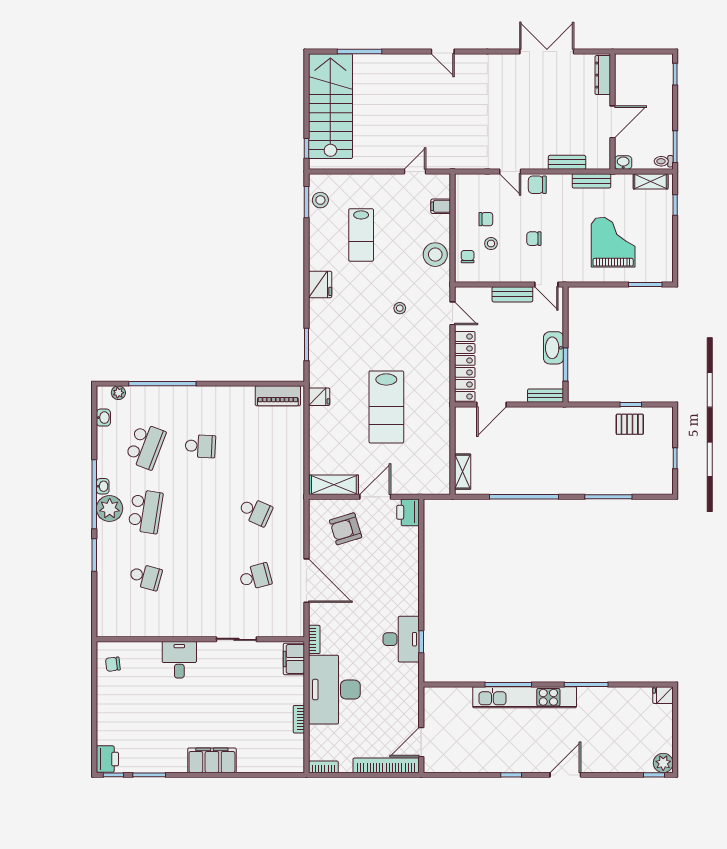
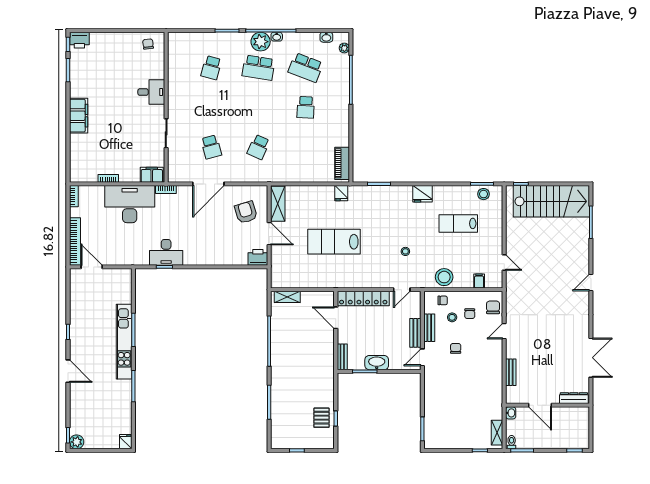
bench: (591, 181) -> (429, 328), moved
chair: (537, 185) -> (493, 307), moved
grand piano: (613, 242) -> (453, 406), removed

